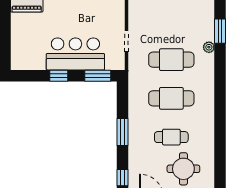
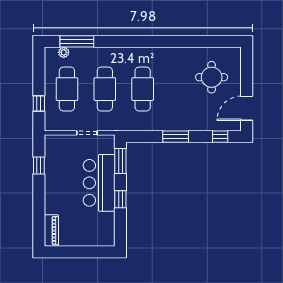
window: (220, 31) -> (77, 41), width x1.44
plant: (209, 47) -> (64, 52), moved
cafe table: (171, 137) -> (67, 89), moved, width x1.37, depth x1.35

